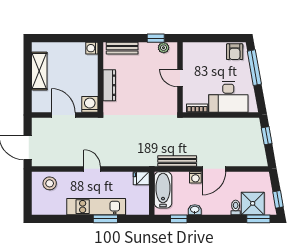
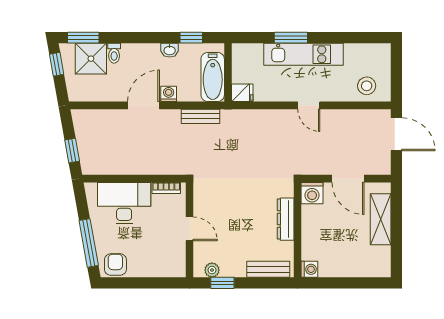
shelving: (39, 71) -> (381, 219), moved
bench: (177, 161) -> (201, 116), width x0.73

